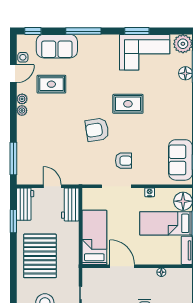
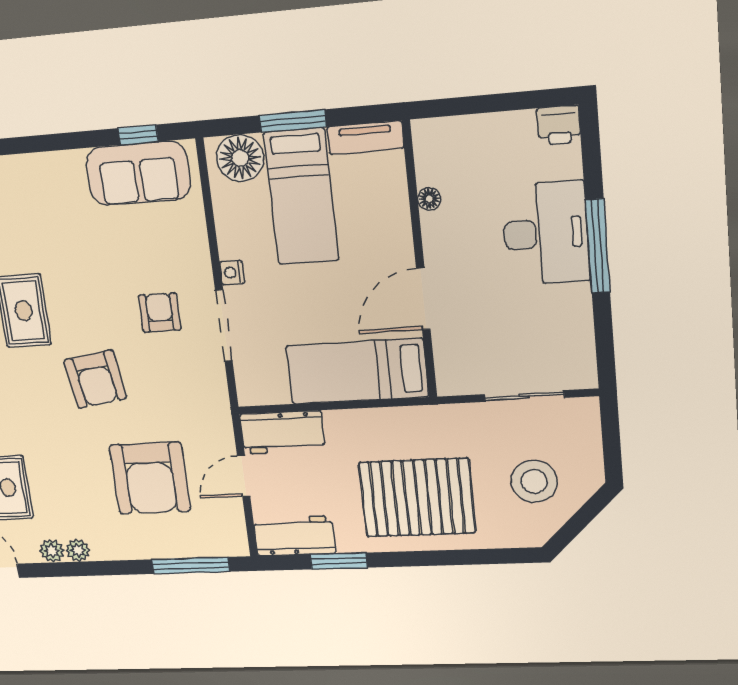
armchair: (53, 147) -> (150, 478), added
nightstand: (150, 192) -> (232, 272), moved

